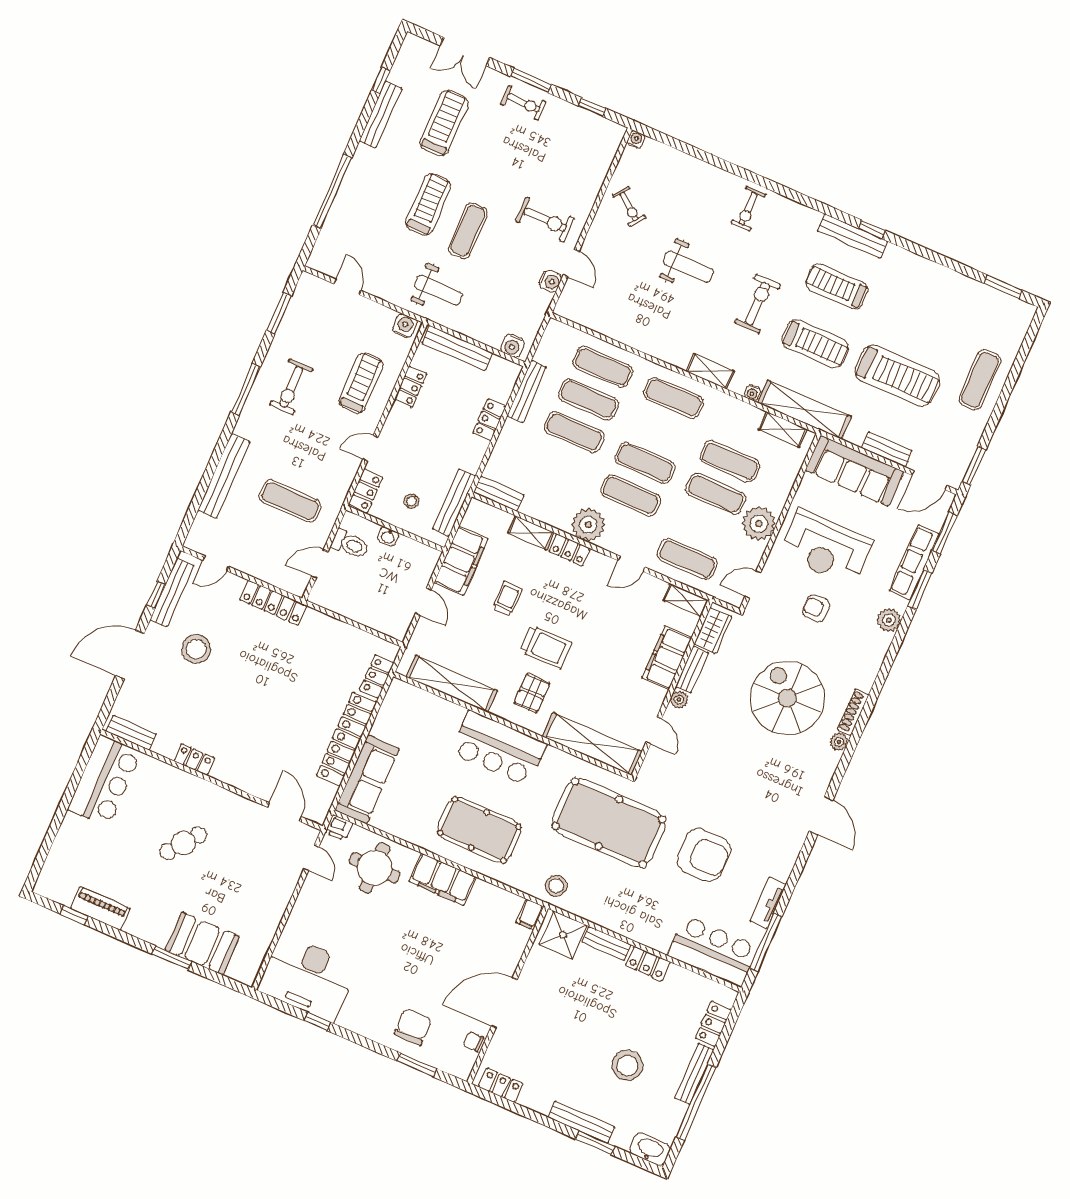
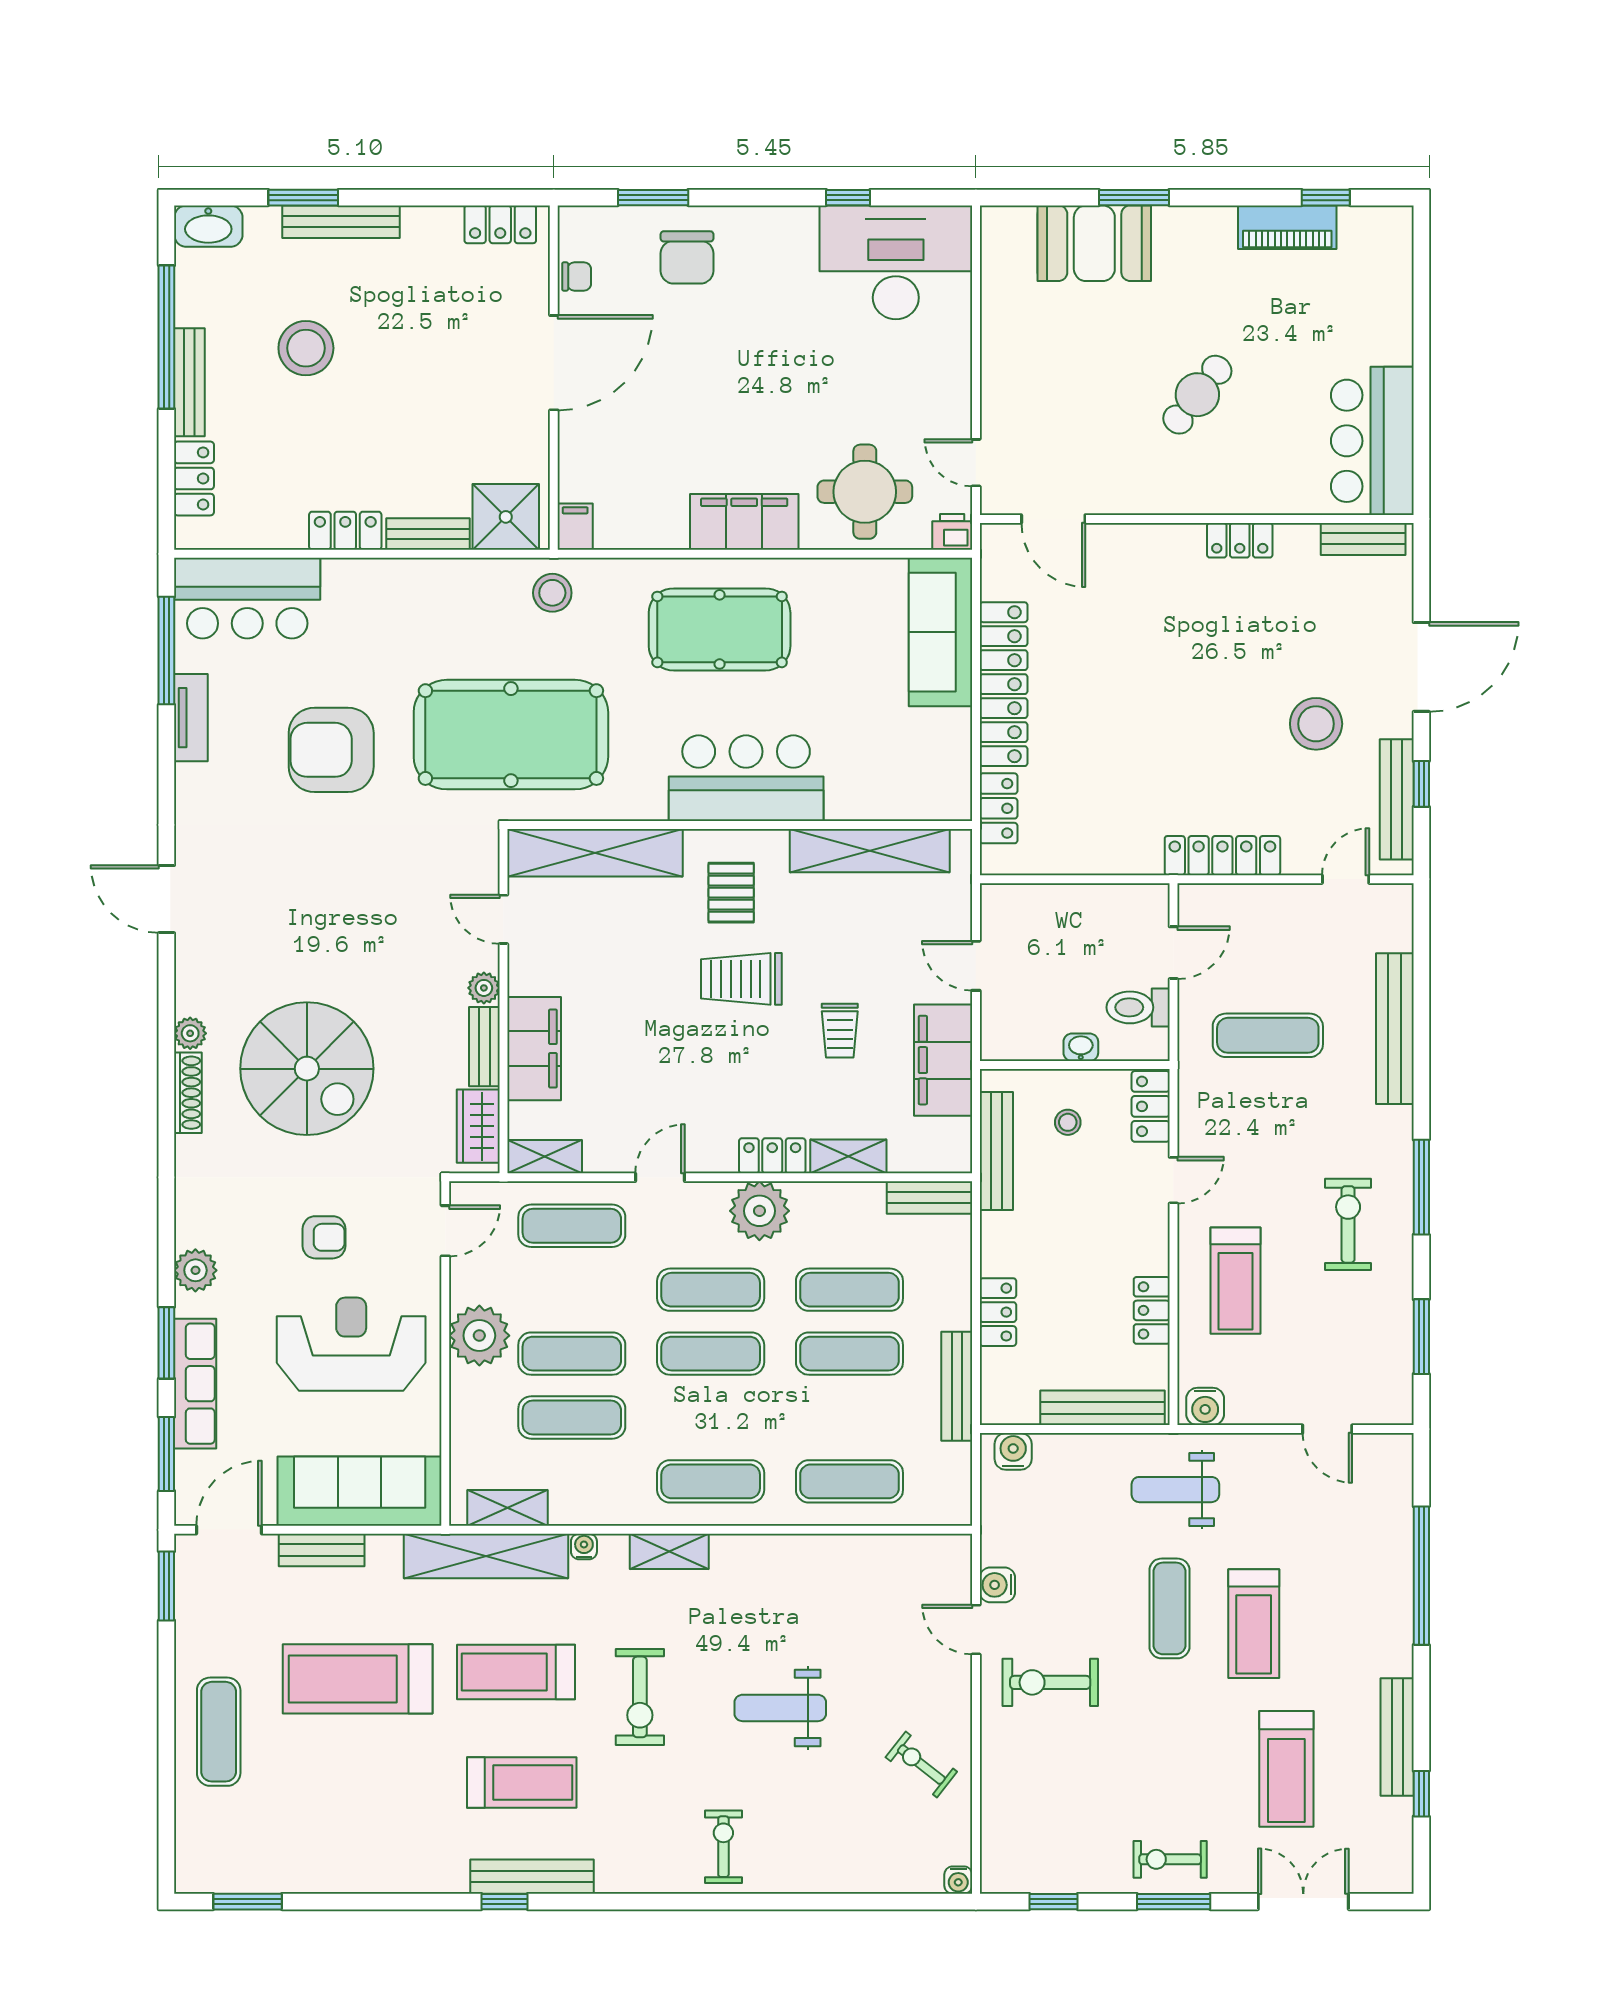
exercise mat: (588, 399) -> (849, 1290), moved

